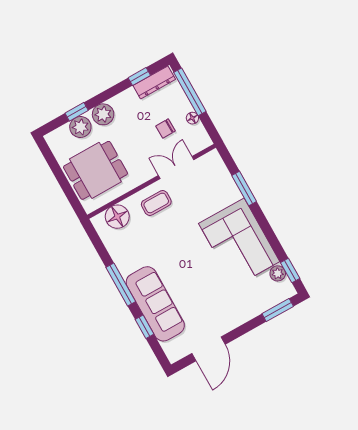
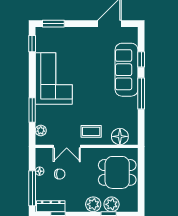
plant: (278, 273) -> (41, 130), moved

